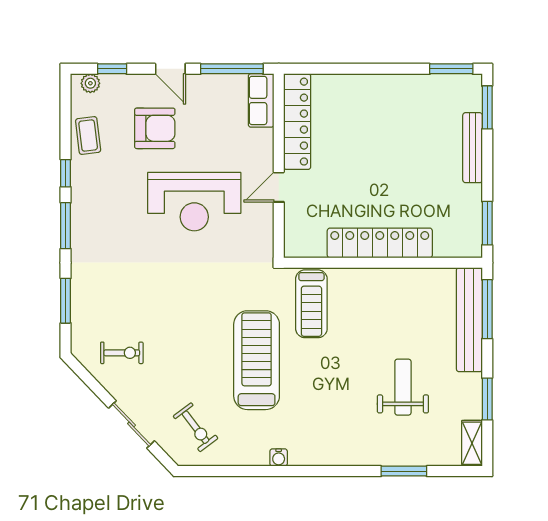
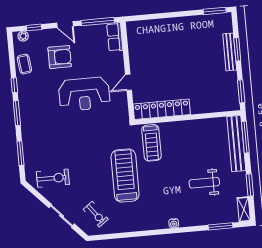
window: (487, 107) -> (237, 49), moved
locker: (297, 122) -> (135, 47), removed
locker: (380, 243) -> (162, 109), moved
exercise bike: (122, 353) -> (53, 178), width x1.38, depth x1.39
weight bench: (403, 387) -> (204, 183), turned -90
water cooler: (279, 458) -> (174, 223), moved
window: (404, 471) -> (220, 226), moved

